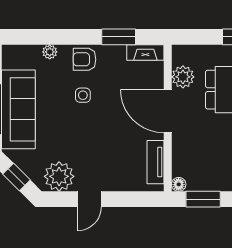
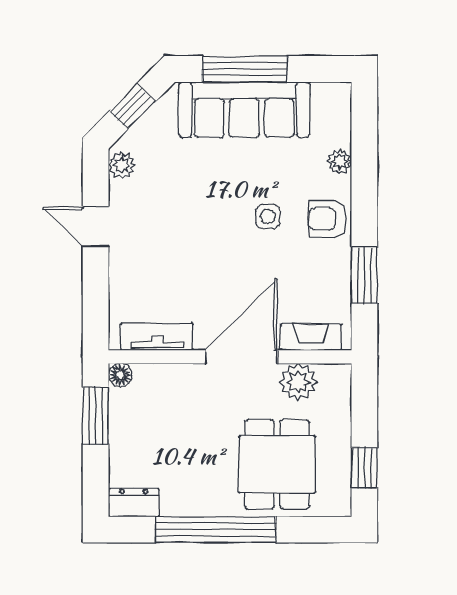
fireplace: (145, 53) -> (311, 337), moved, turned 90
armchair: (84, 59) -> (327, 219), turned -90
plant: (59, 176) -> (122, 165), width x0.53, depth x0.53

